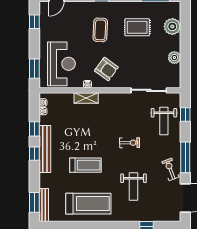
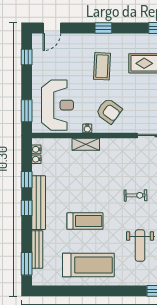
bench: (44, 205) -> (37, 250), moved

